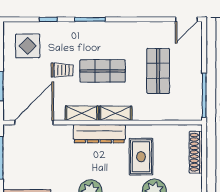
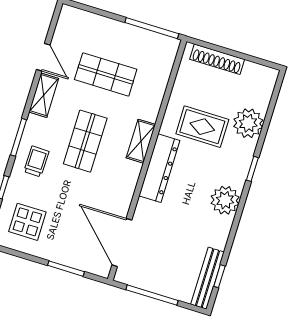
door: (186, 19) -> (43, 57), moved
trolley: (62, 70) -> (36, 161), moved
shelving: (82, 113) -> (44, 95), moved

